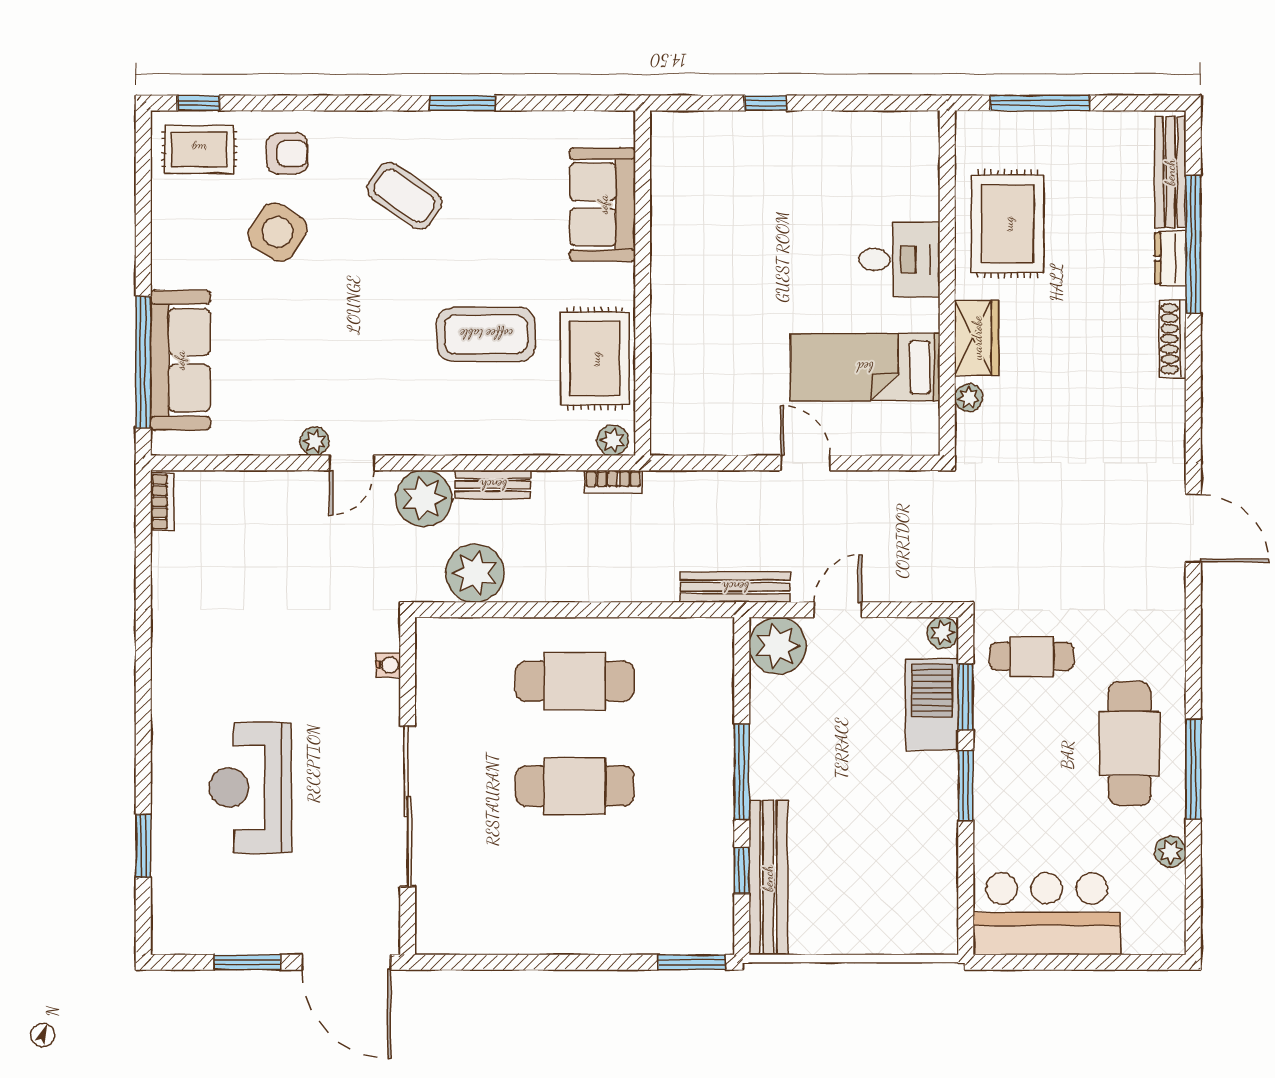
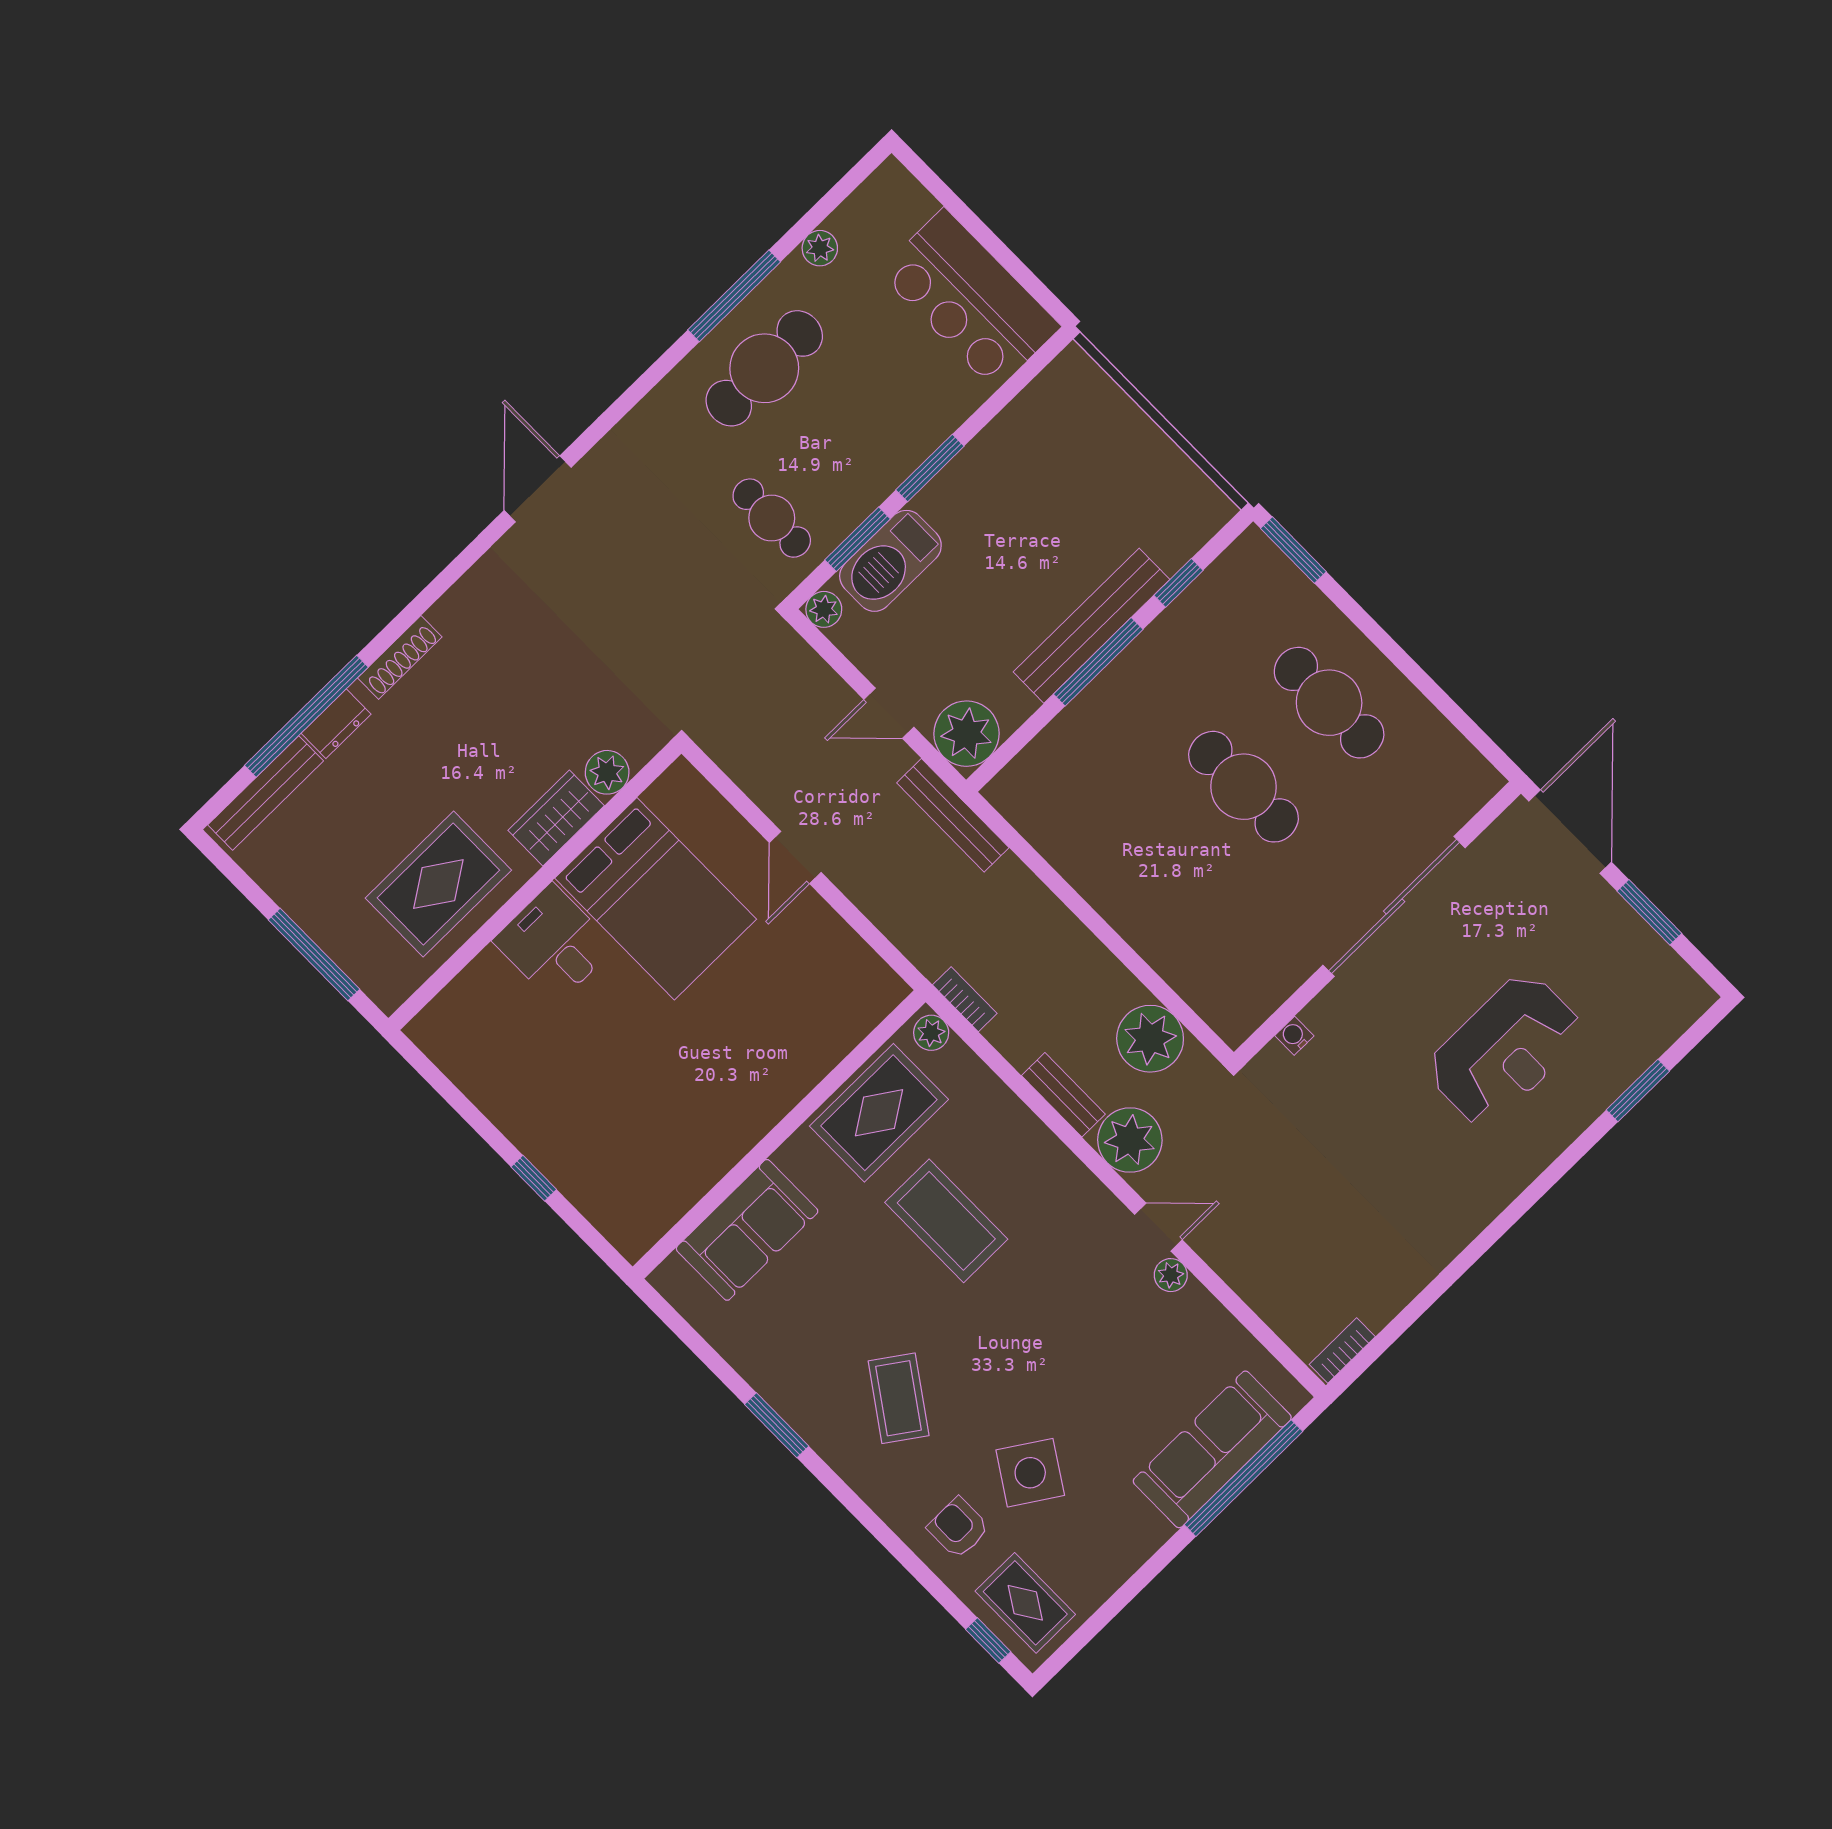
bed: (865, 367) -> (656, 899), width x1.50
plant: (969, 398) -> (607, 772), width x1.38, depth x1.38
cafe table: (575, 681) -> (1329, 703), moved
bench: (768, 878) -> (1092, 626), moved

